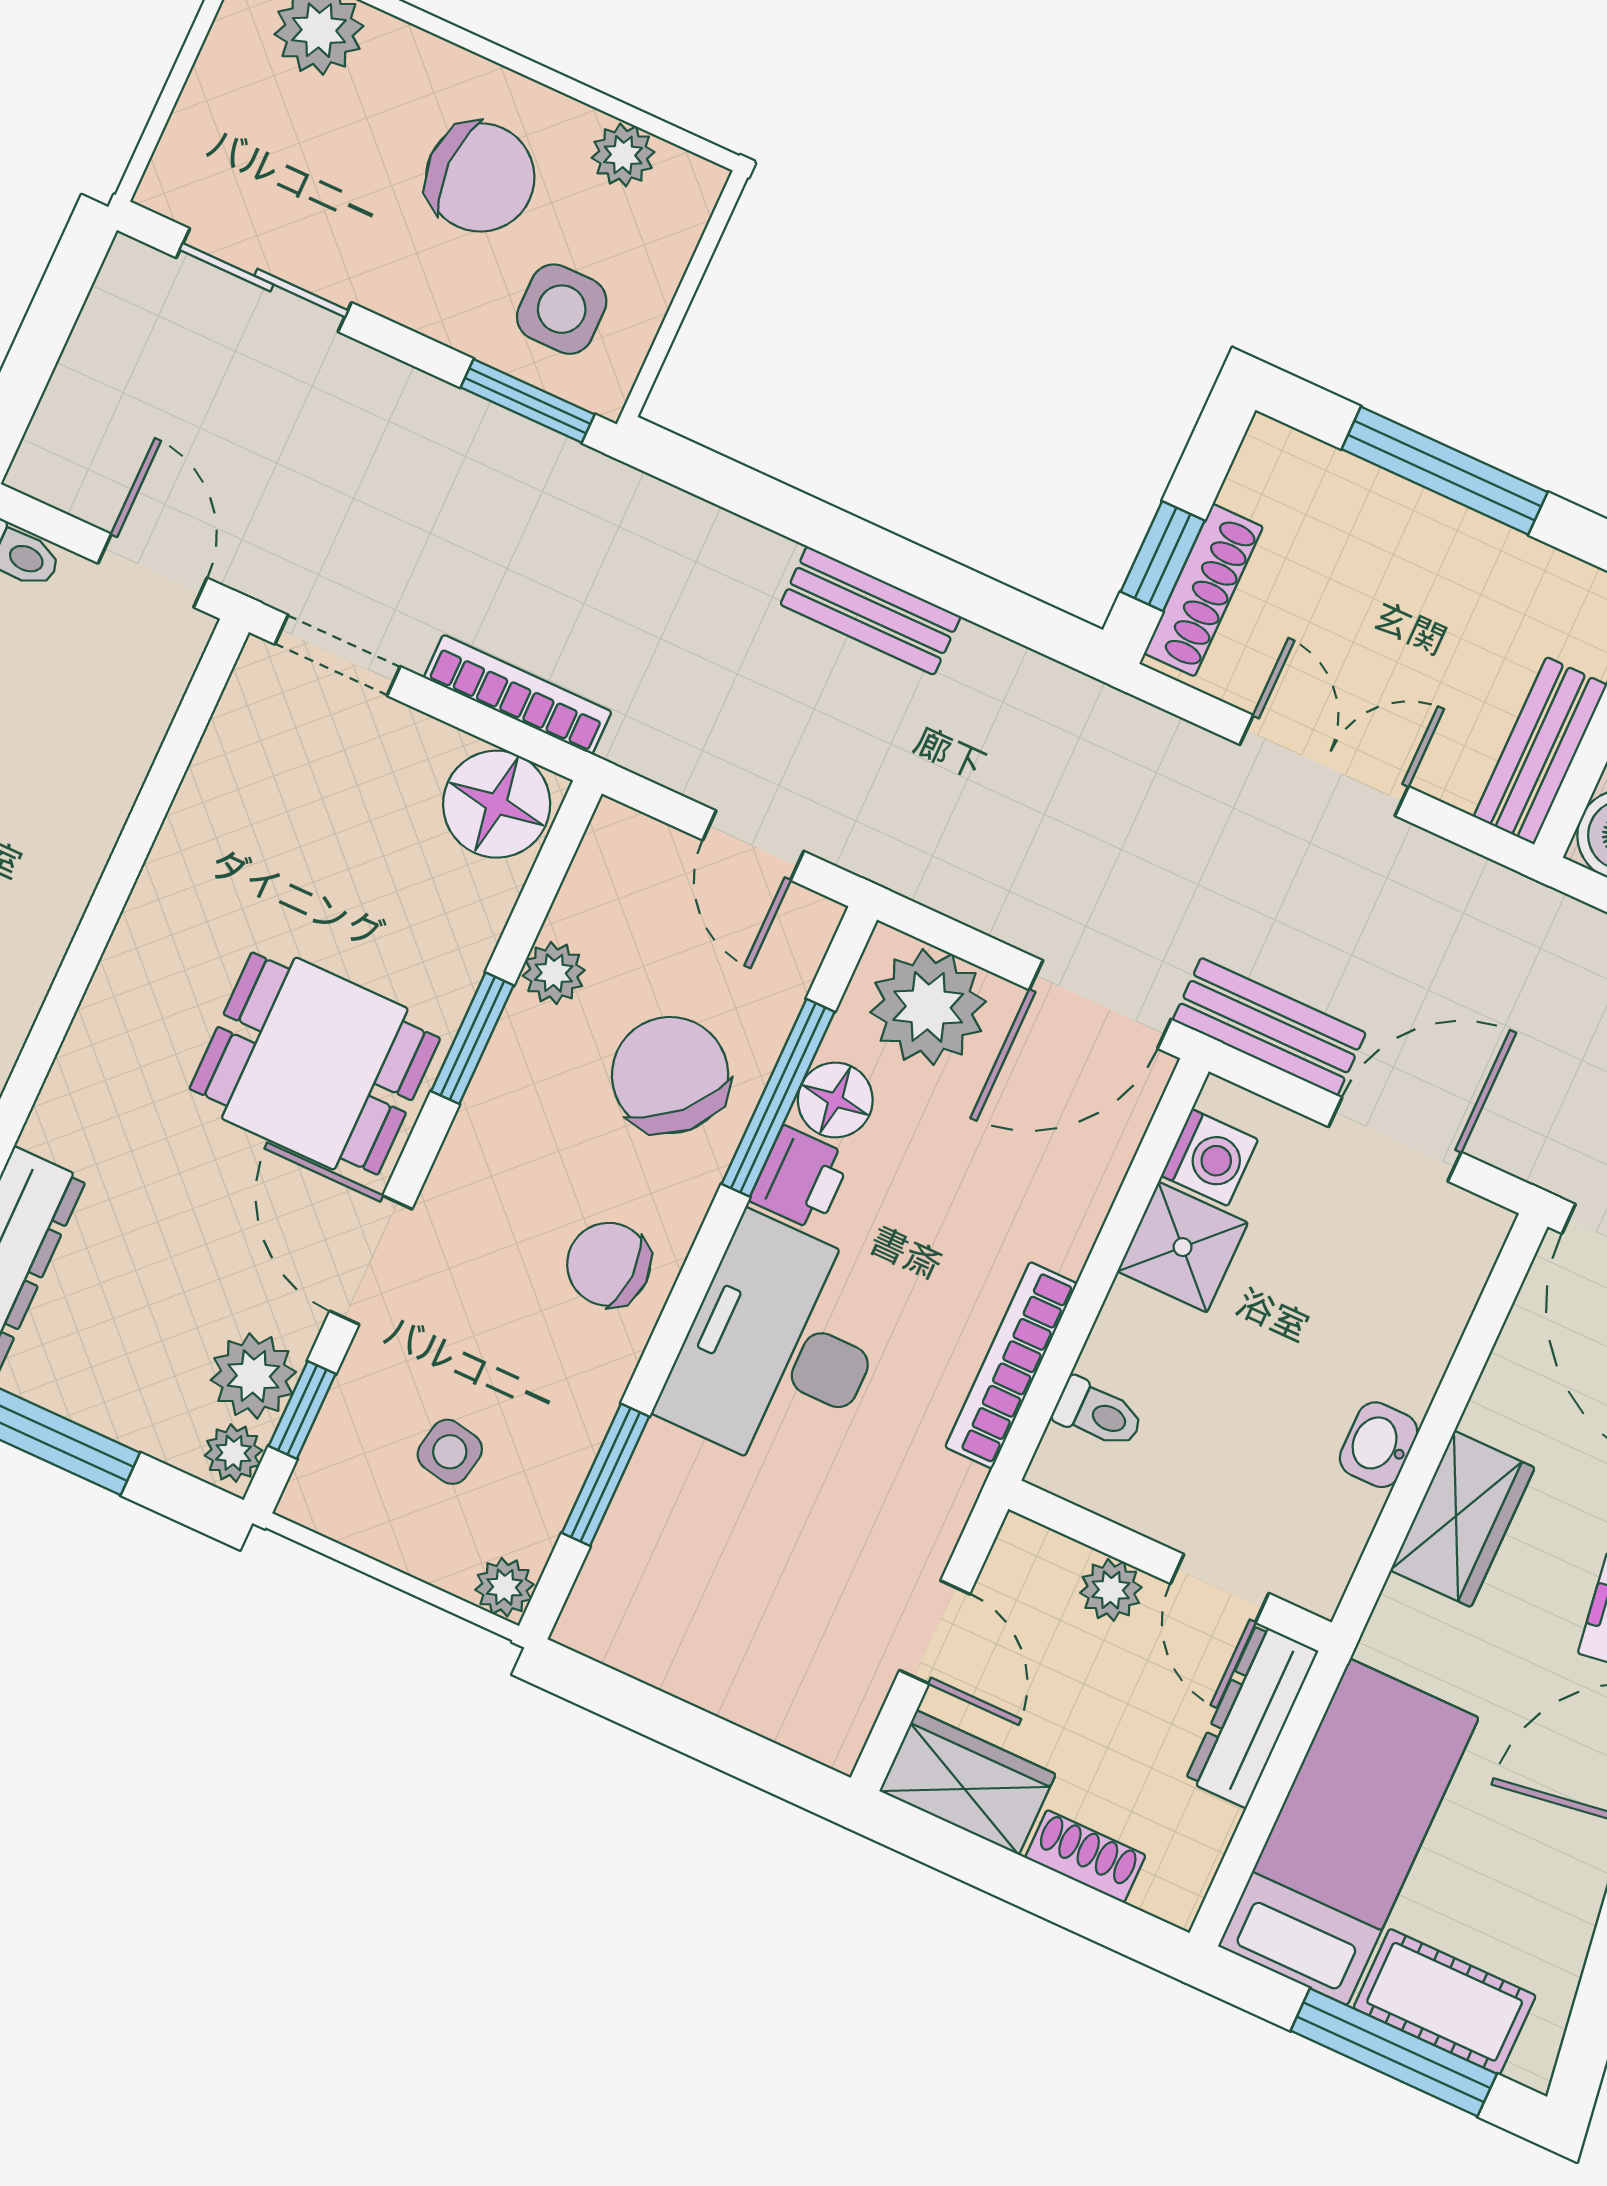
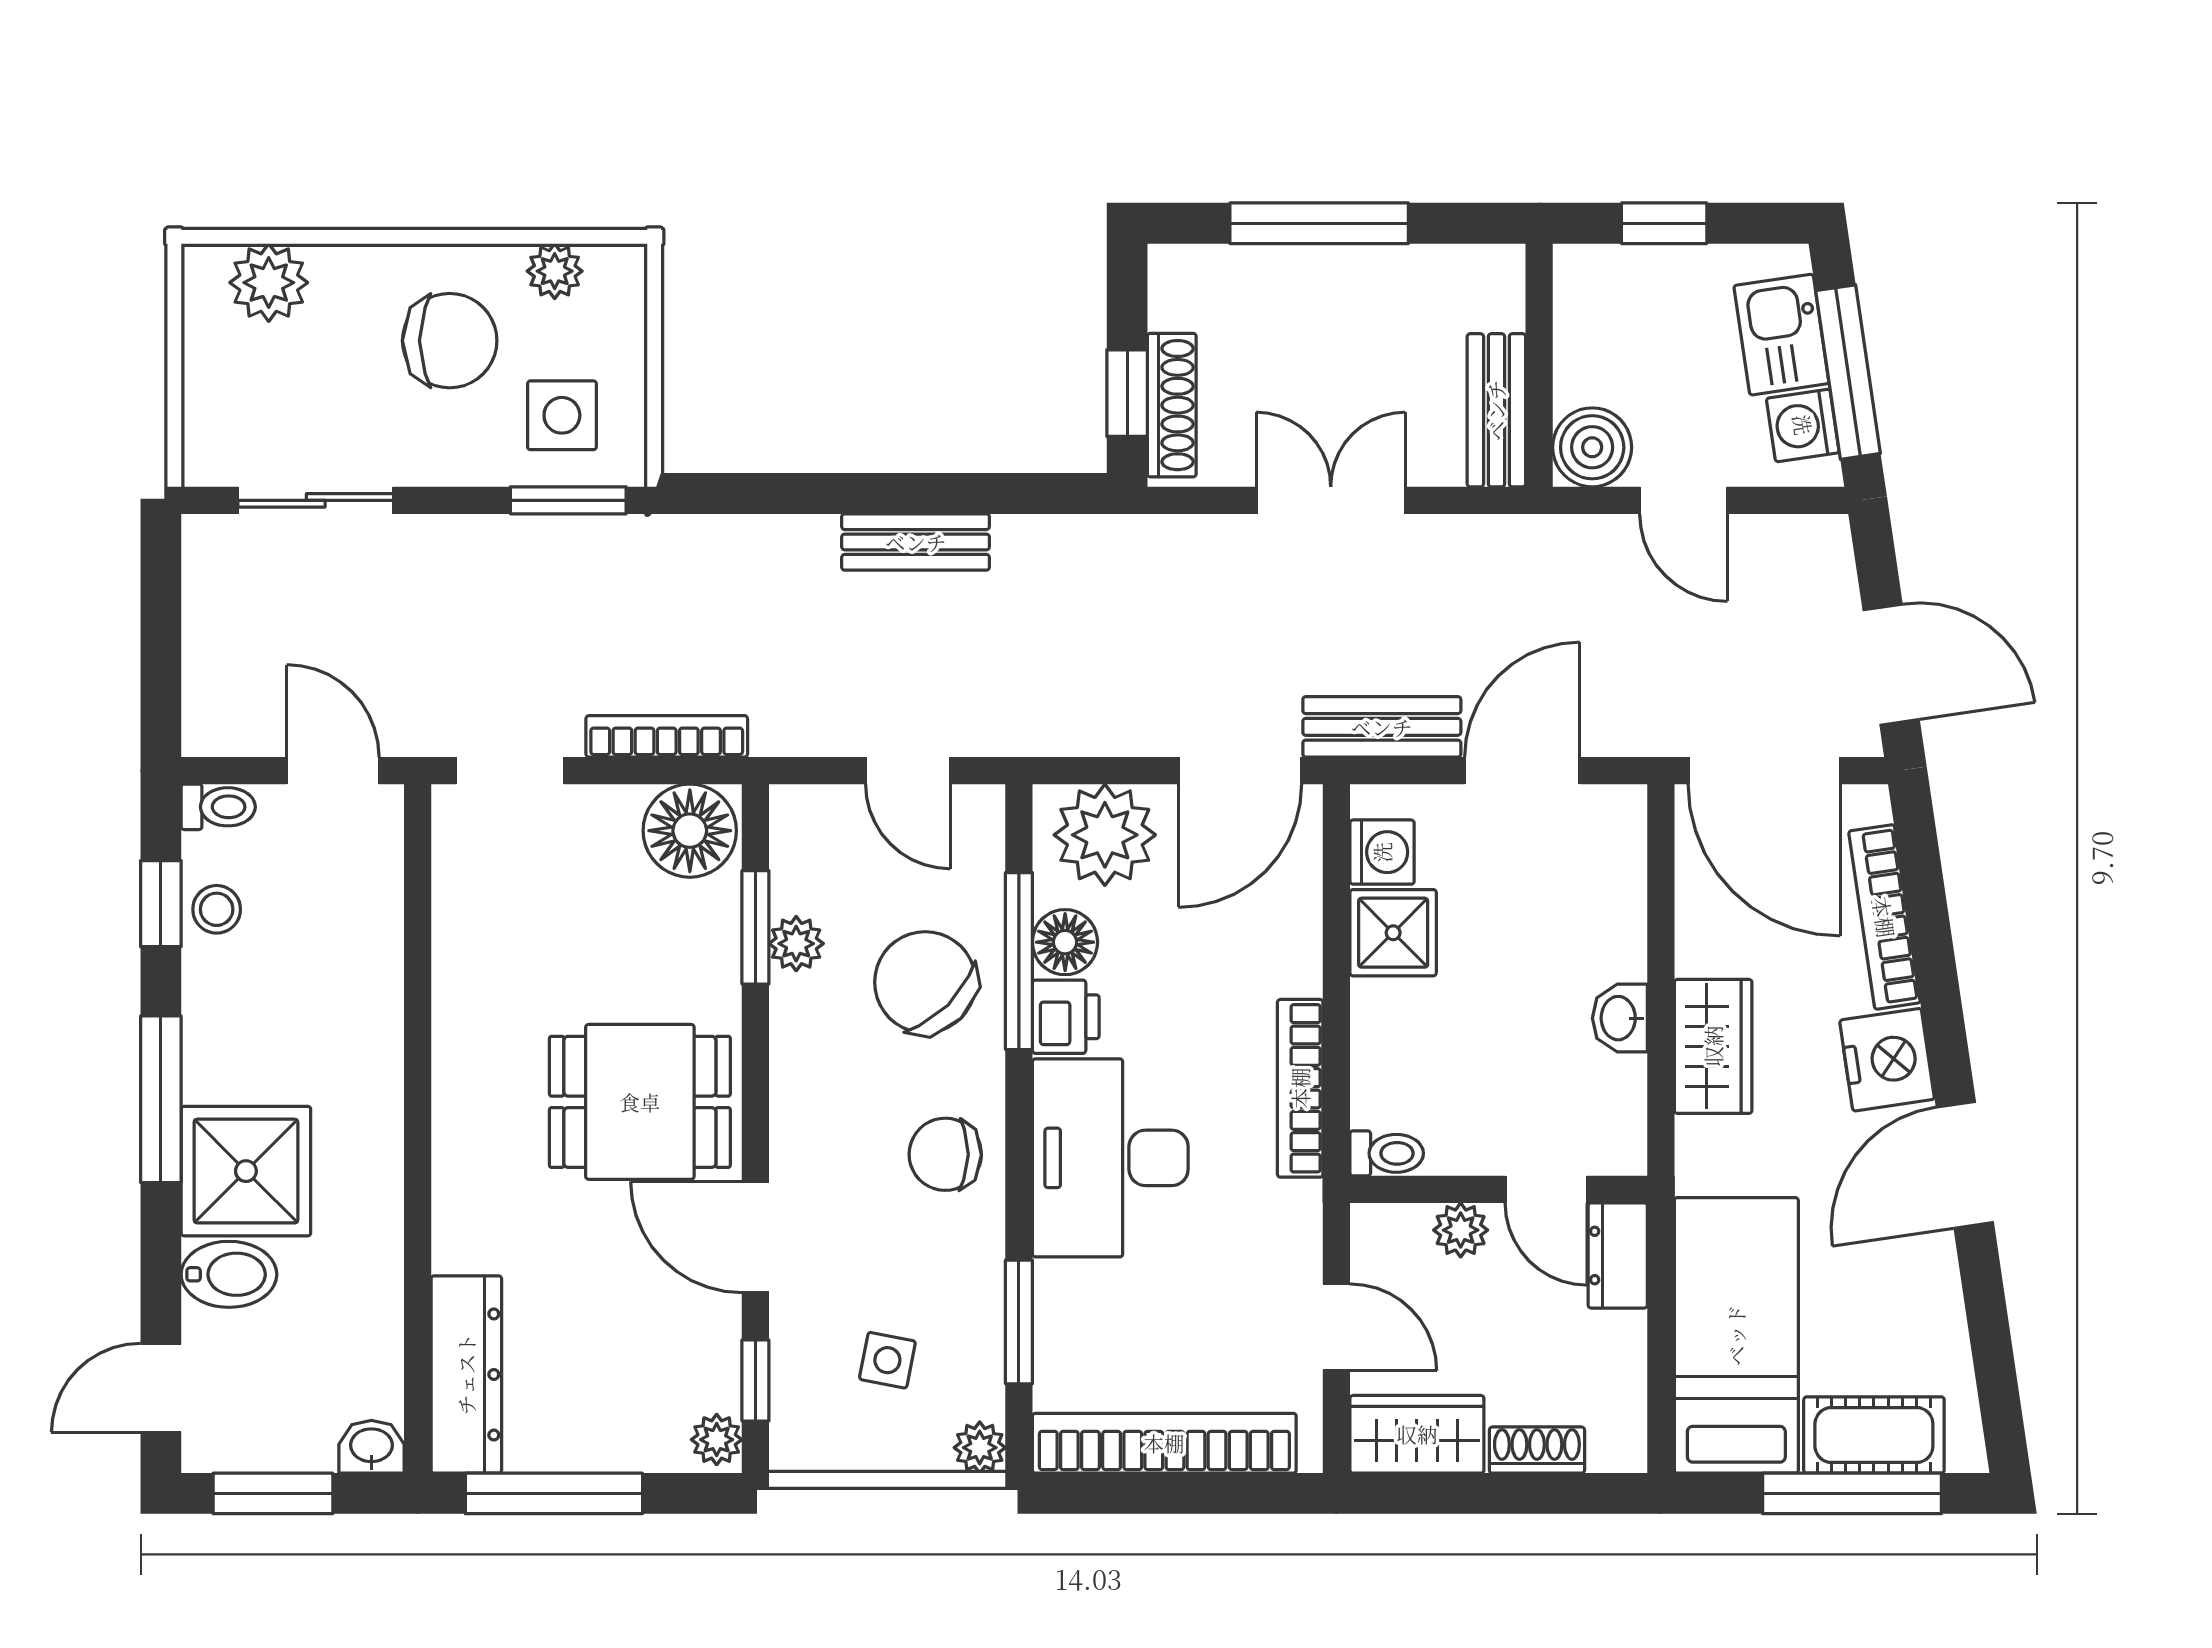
window: (472, 1038) -> (755, 927), moved
plant: (253, 1376) -> (704, 1371), removed
toilet: (1098, 1413) -> (1387, 1153), moved
bookcase: (699, 1671) -> (1164, 1443), added
dresser: (1252, 1716) -> (1618, 1255), width x0.70

